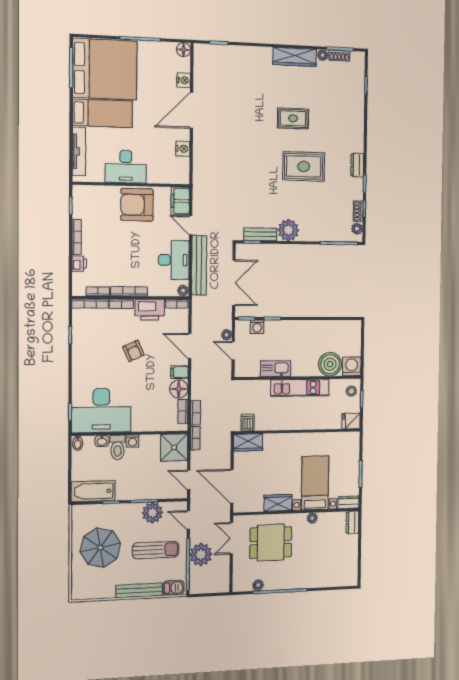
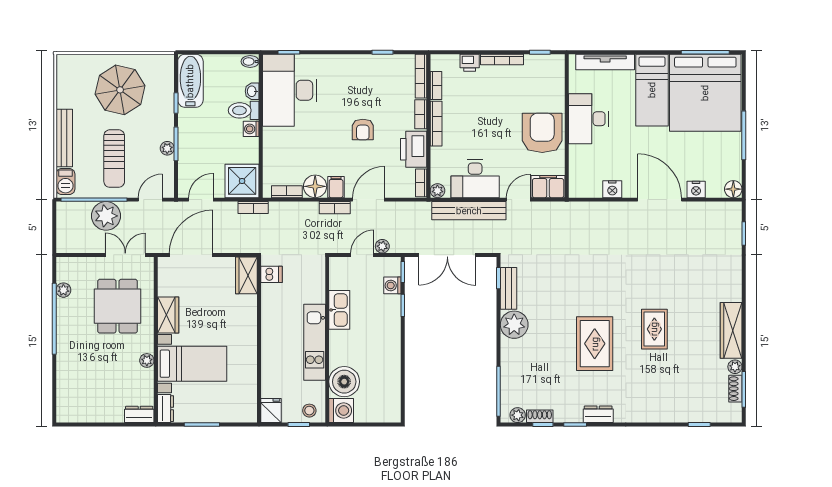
armchair: (134, 351) -> (363, 130), turned -66
bookcase: (196, 413) -> (335, 208), moved
plant: (153, 513) -> (167, 148), width x0.53, depth x0.53

